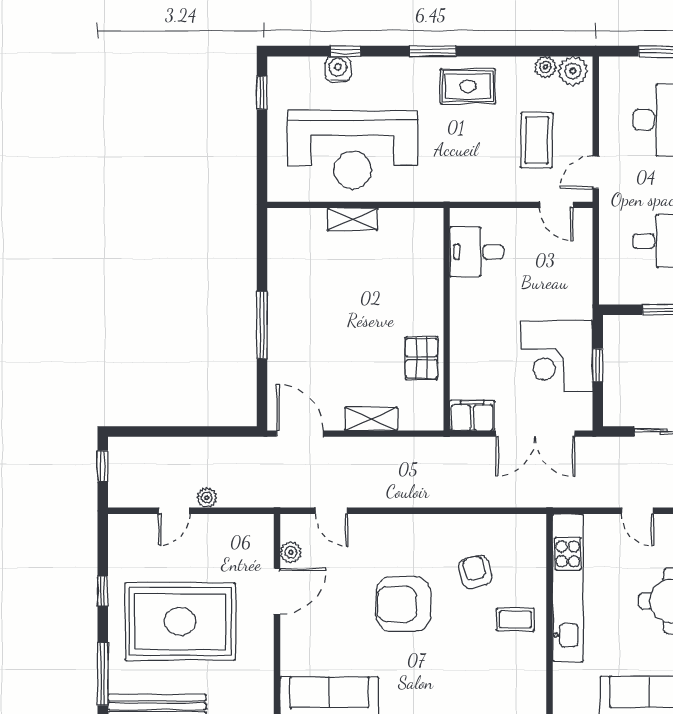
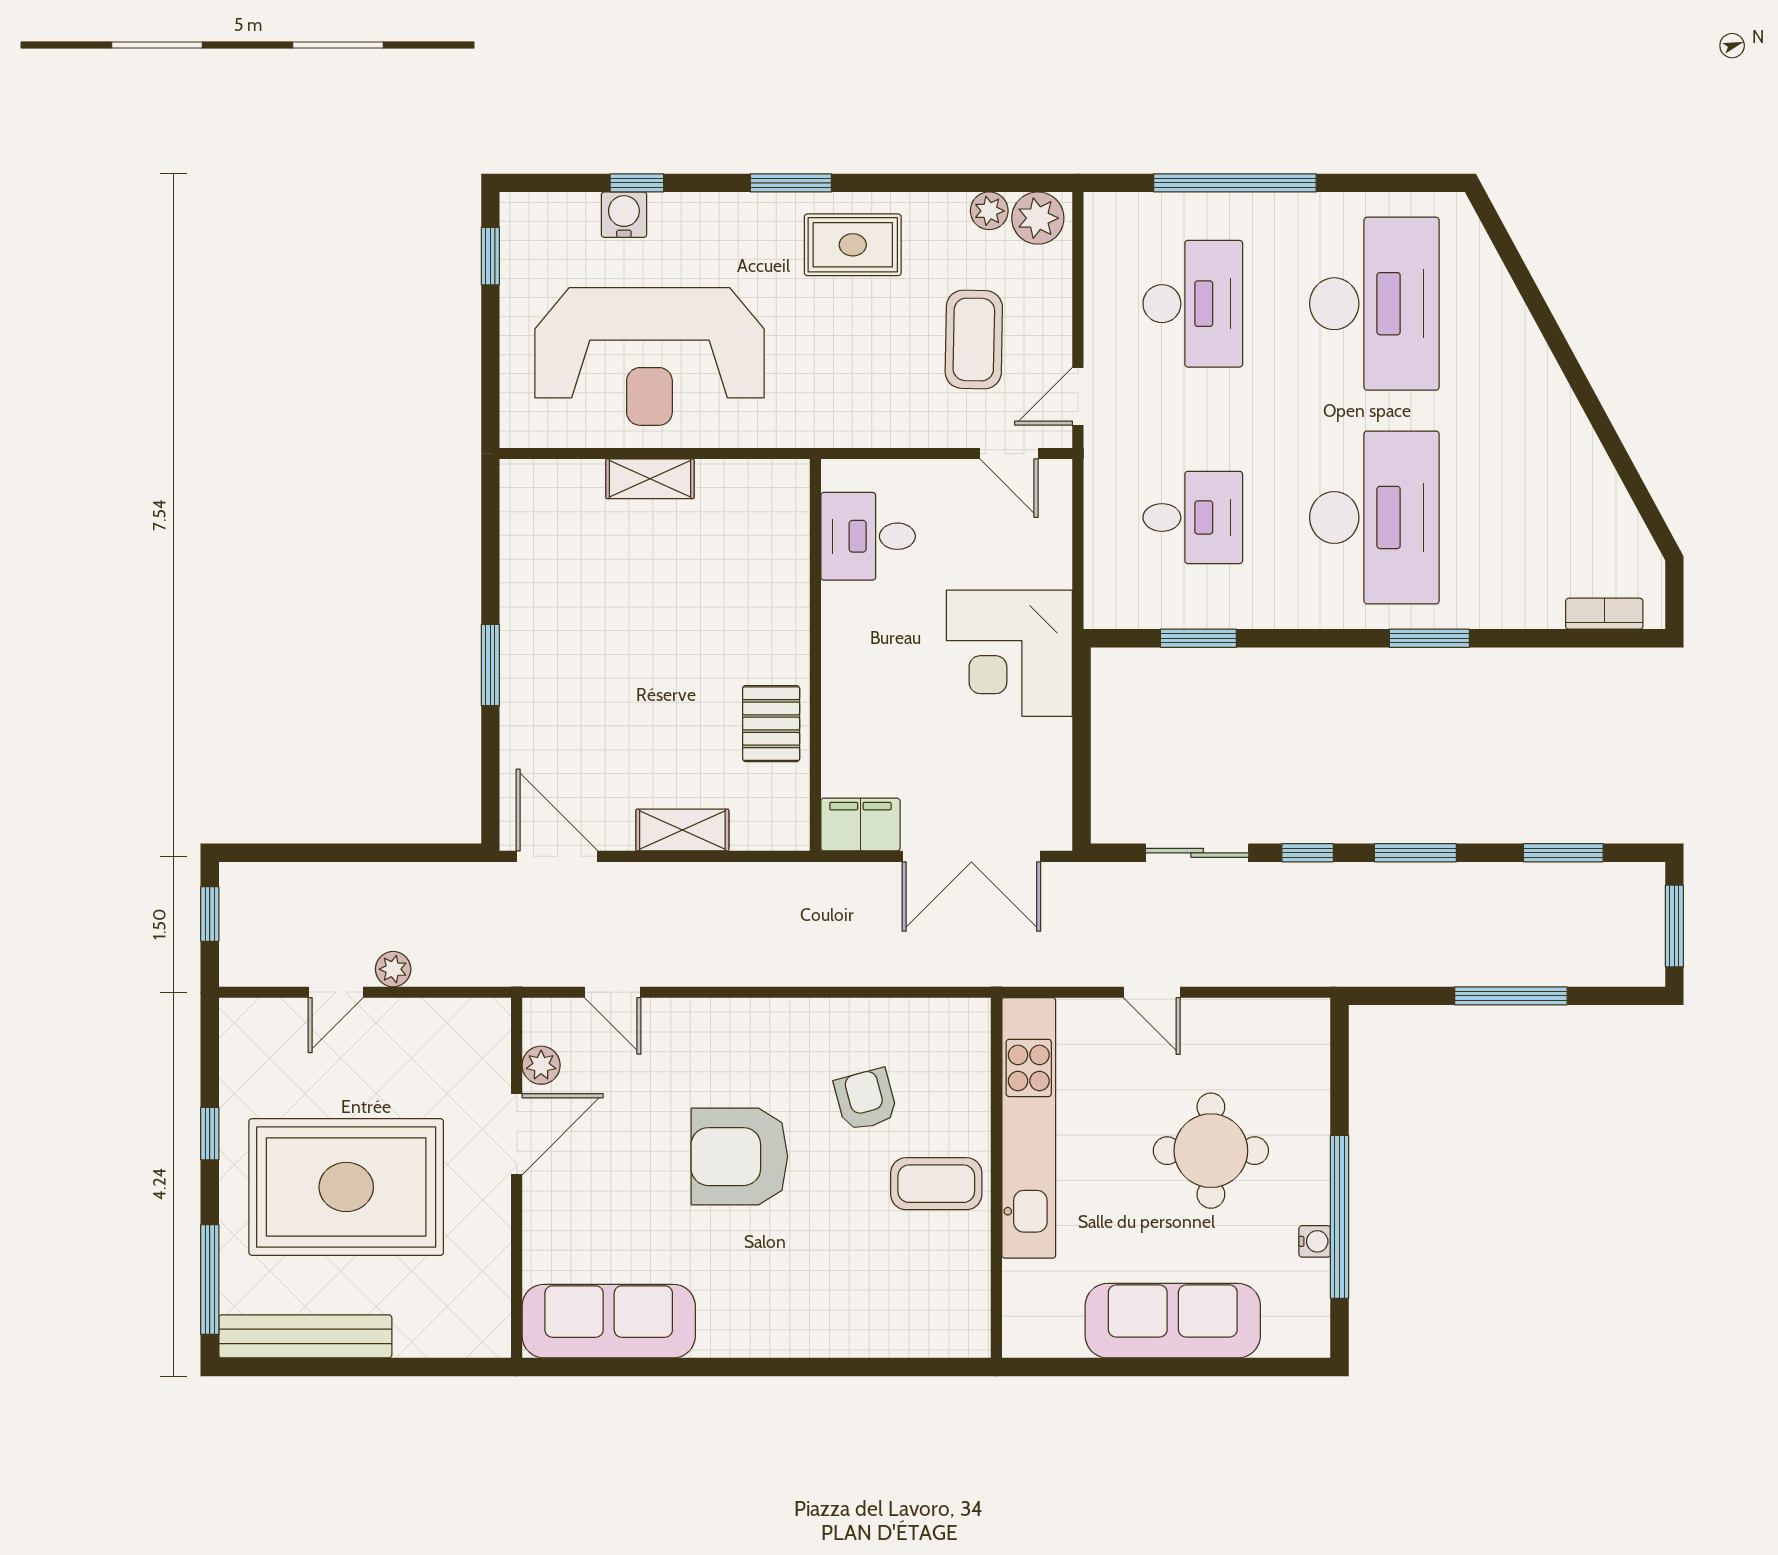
window: (262, 325) -> (490, 665), width x0.69
corner desk: (557, 356) -> (1009, 653), moved
window: (598, 365) -> (1081, 736), removed
coffee table: (515, 620) -> (936, 1184), width x1.36, depth x1.30

